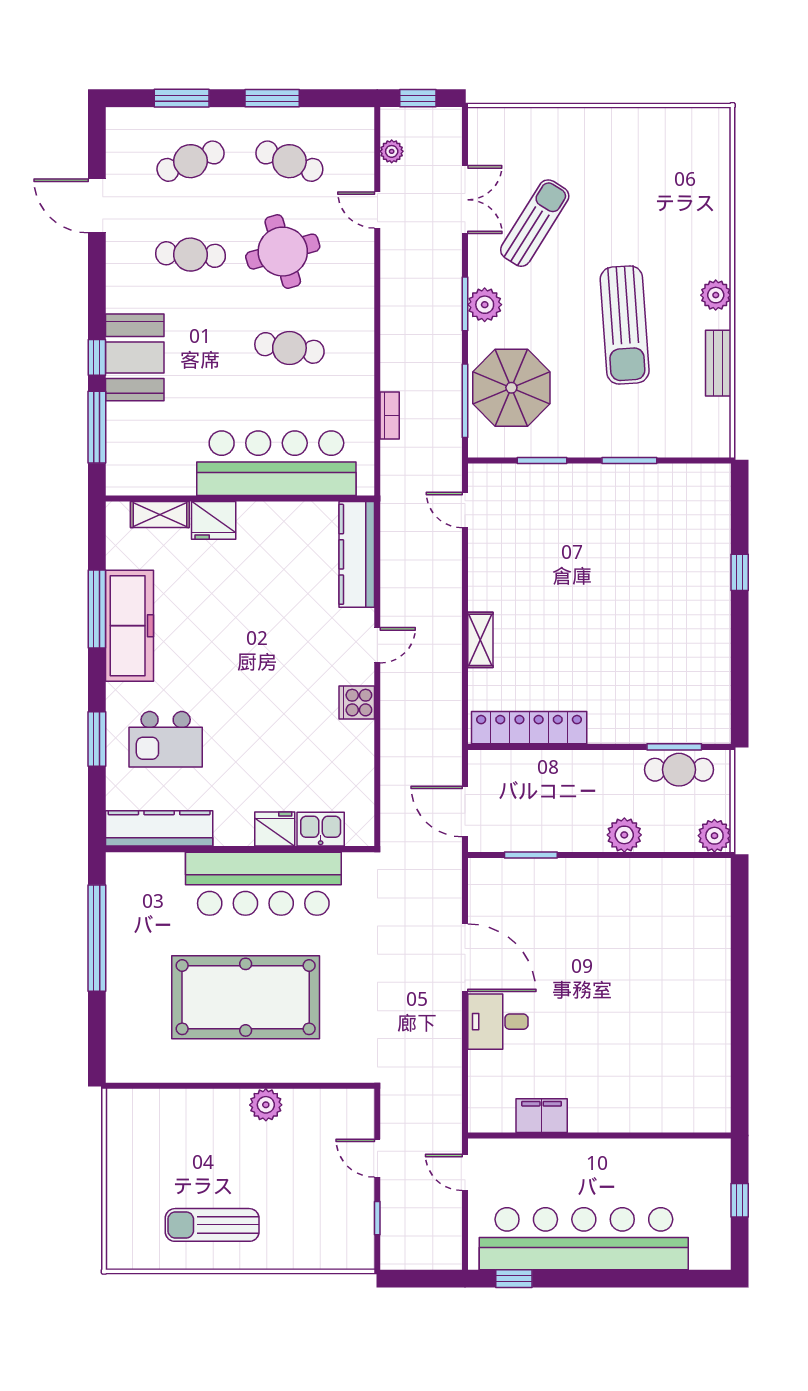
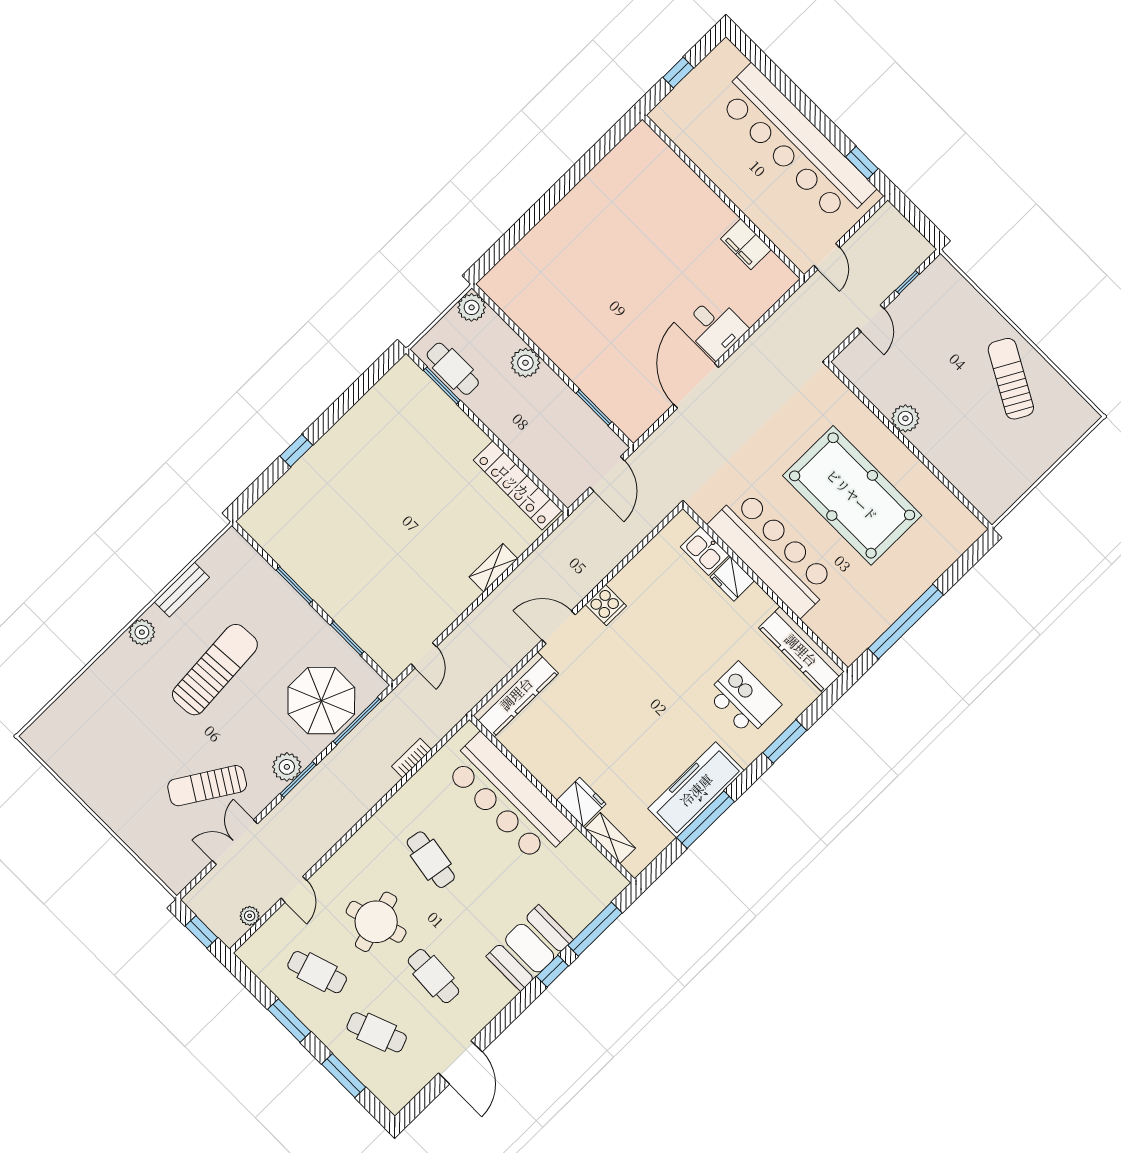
cafe table: (289, 161) -> (317, 972), turned -39
door: (377, 645) -> (559, 627), width x1.38
sun lounger: (212, 1225) -> (1011, 379), turned -151

